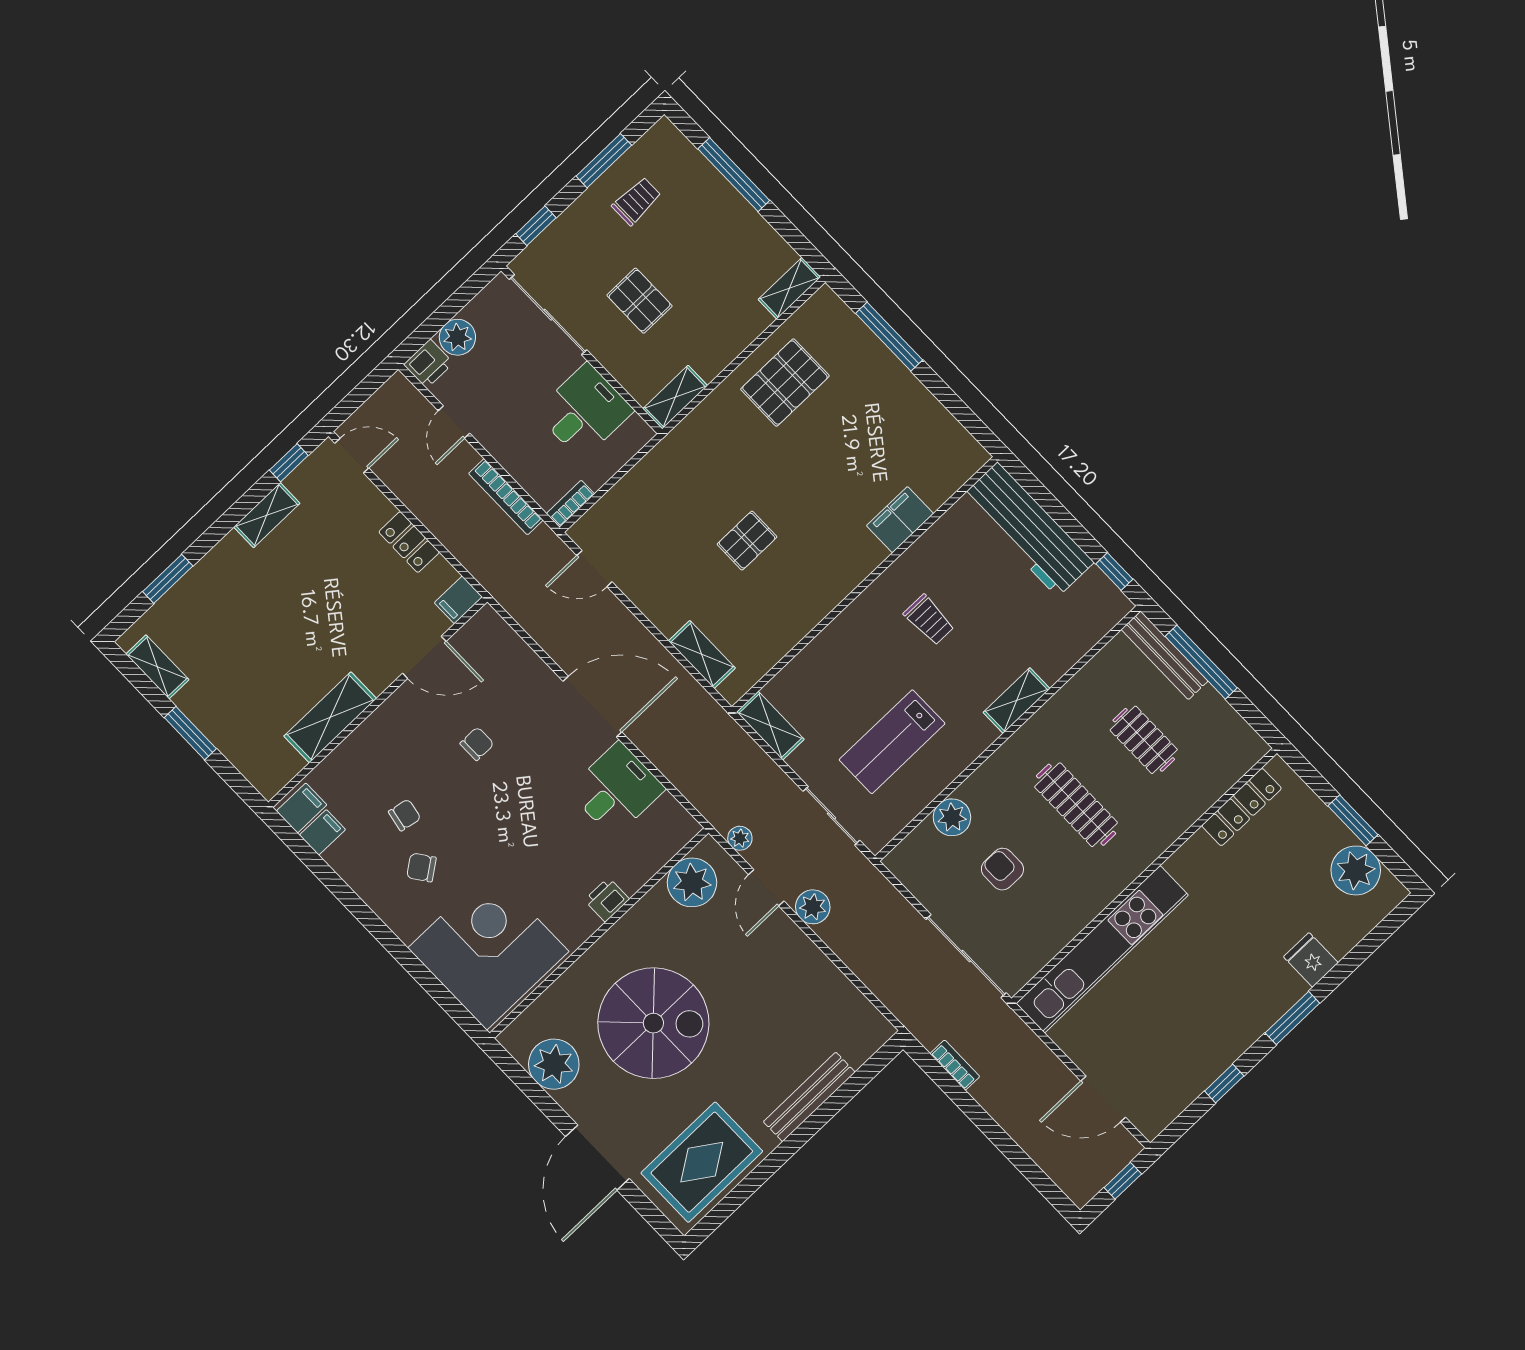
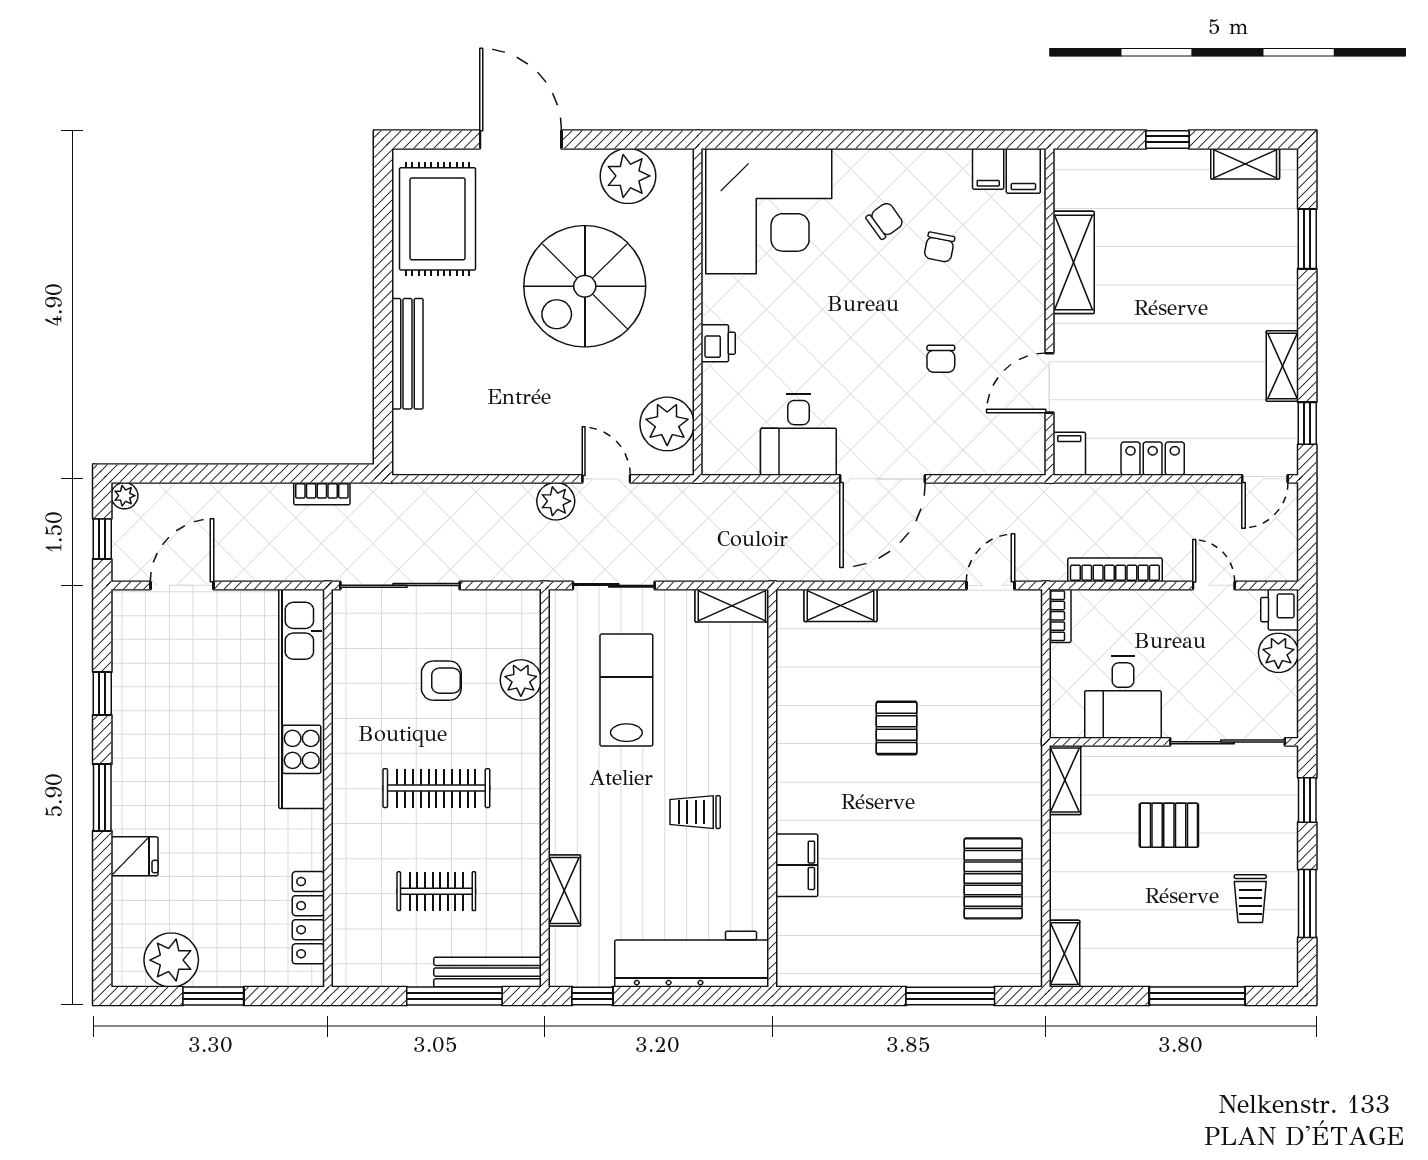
shelving: (1017, 701) -> (564, 890), moved
window: (190, 733) -> (1168, 139), width x0.67
plant: (740, 838) -> (124, 496), moved

